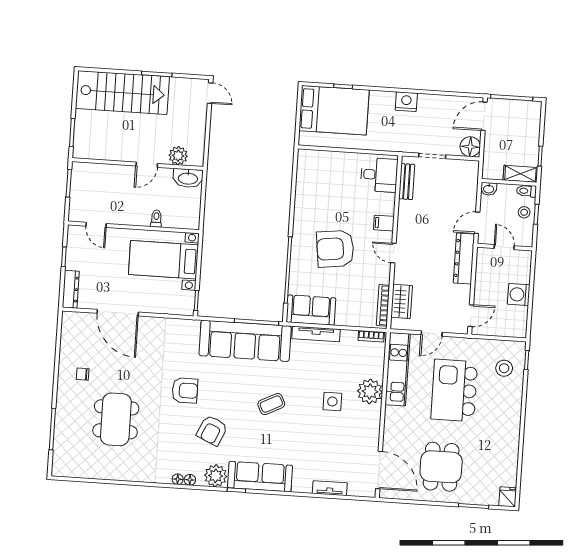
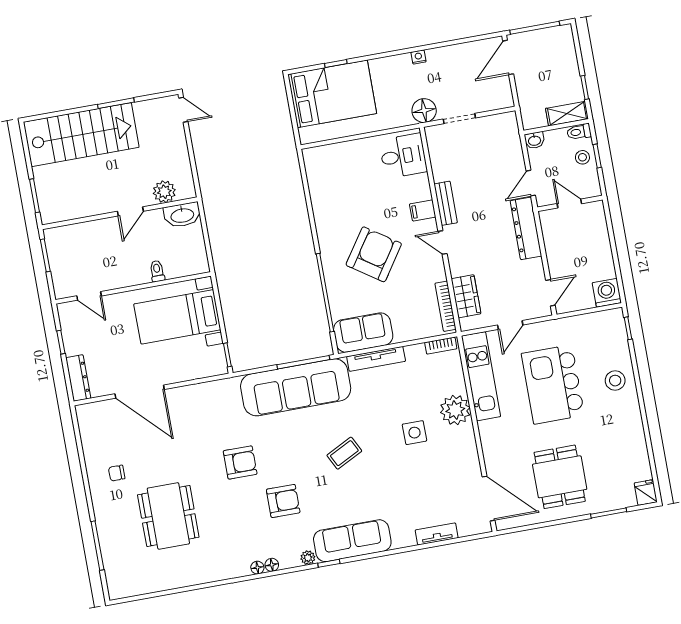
nightstand: (406, 102) -> (418, 57), width x0.53, depth x0.56
floor lamp: (470, 147) -> (424, 111), moved
bench: (407, 182) -> (446, 203), moved
armchair: (335, 249) -> (374, 254), turned 131
washing machine: (519, 294) -> (607, 293), moved, turned 90
stool: (504, 368) -> (615, 381), moved
armchair: (212, 430) -> (283, 501), turned -114
plant: (216, 476) -> (308, 558), width x0.53, depth x0.53

